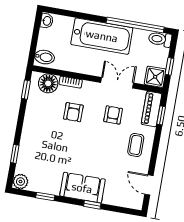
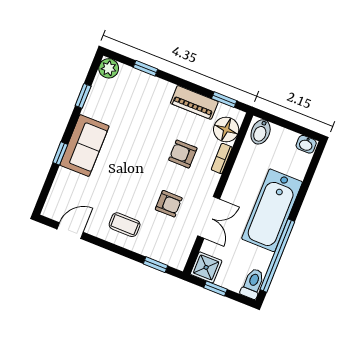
piano: (151, 109) -> (194, 102), moved, turned 180

